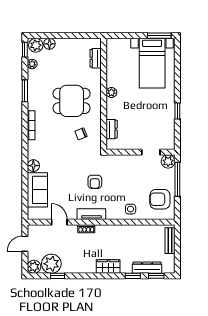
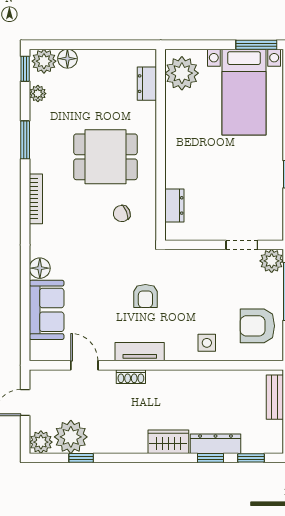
plant: (111, 93) -> (182, 73), moved, width x1.88, depth x1.88
dresser: (147, 268) -> (215, 444), moved

